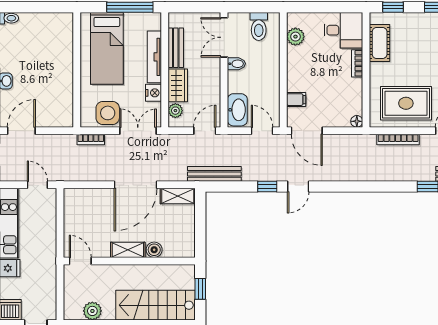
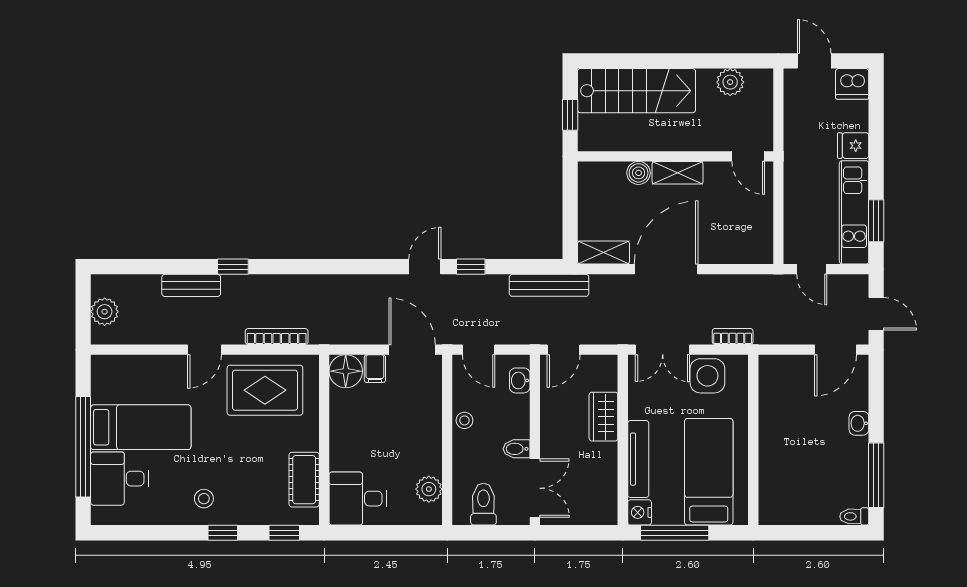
bench: (176, 48) -> (606, 473), removed
bookcase: (357, 63) -> (337, 450), removed
stool: (272, 83) -> (464, 420), added
nightstand: (153, 93) -> (640, 512), moved
filing cabinet: (296, 100) -> (375, 369), moved, turned -90
washbasin: (237, 110) -> (520, 380), width x0.52, depth x0.69
plant: (175, 111) -> (607, 379), removed
floor lamp: (357, 121) -> (346, 371), width x1.89, depth x1.89

